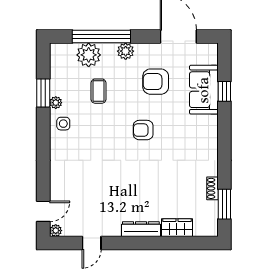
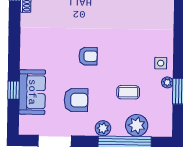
coffee table: (98, 91) -> (128, 92), turned 90

